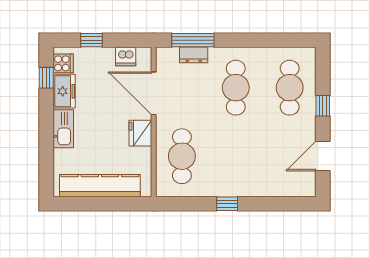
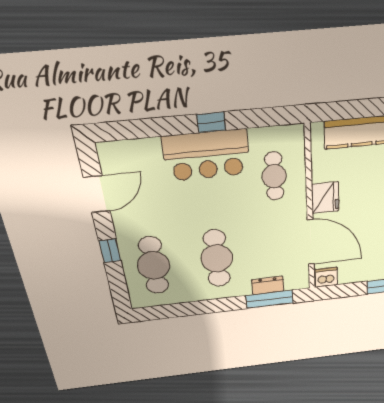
dishwasher: (126, 56) -> (326, 277), moved
cafe table: (182, 156) -> (274, 176), width x0.73, depth x0.74
bar counter: (234, 179) -> (206, 155), added

